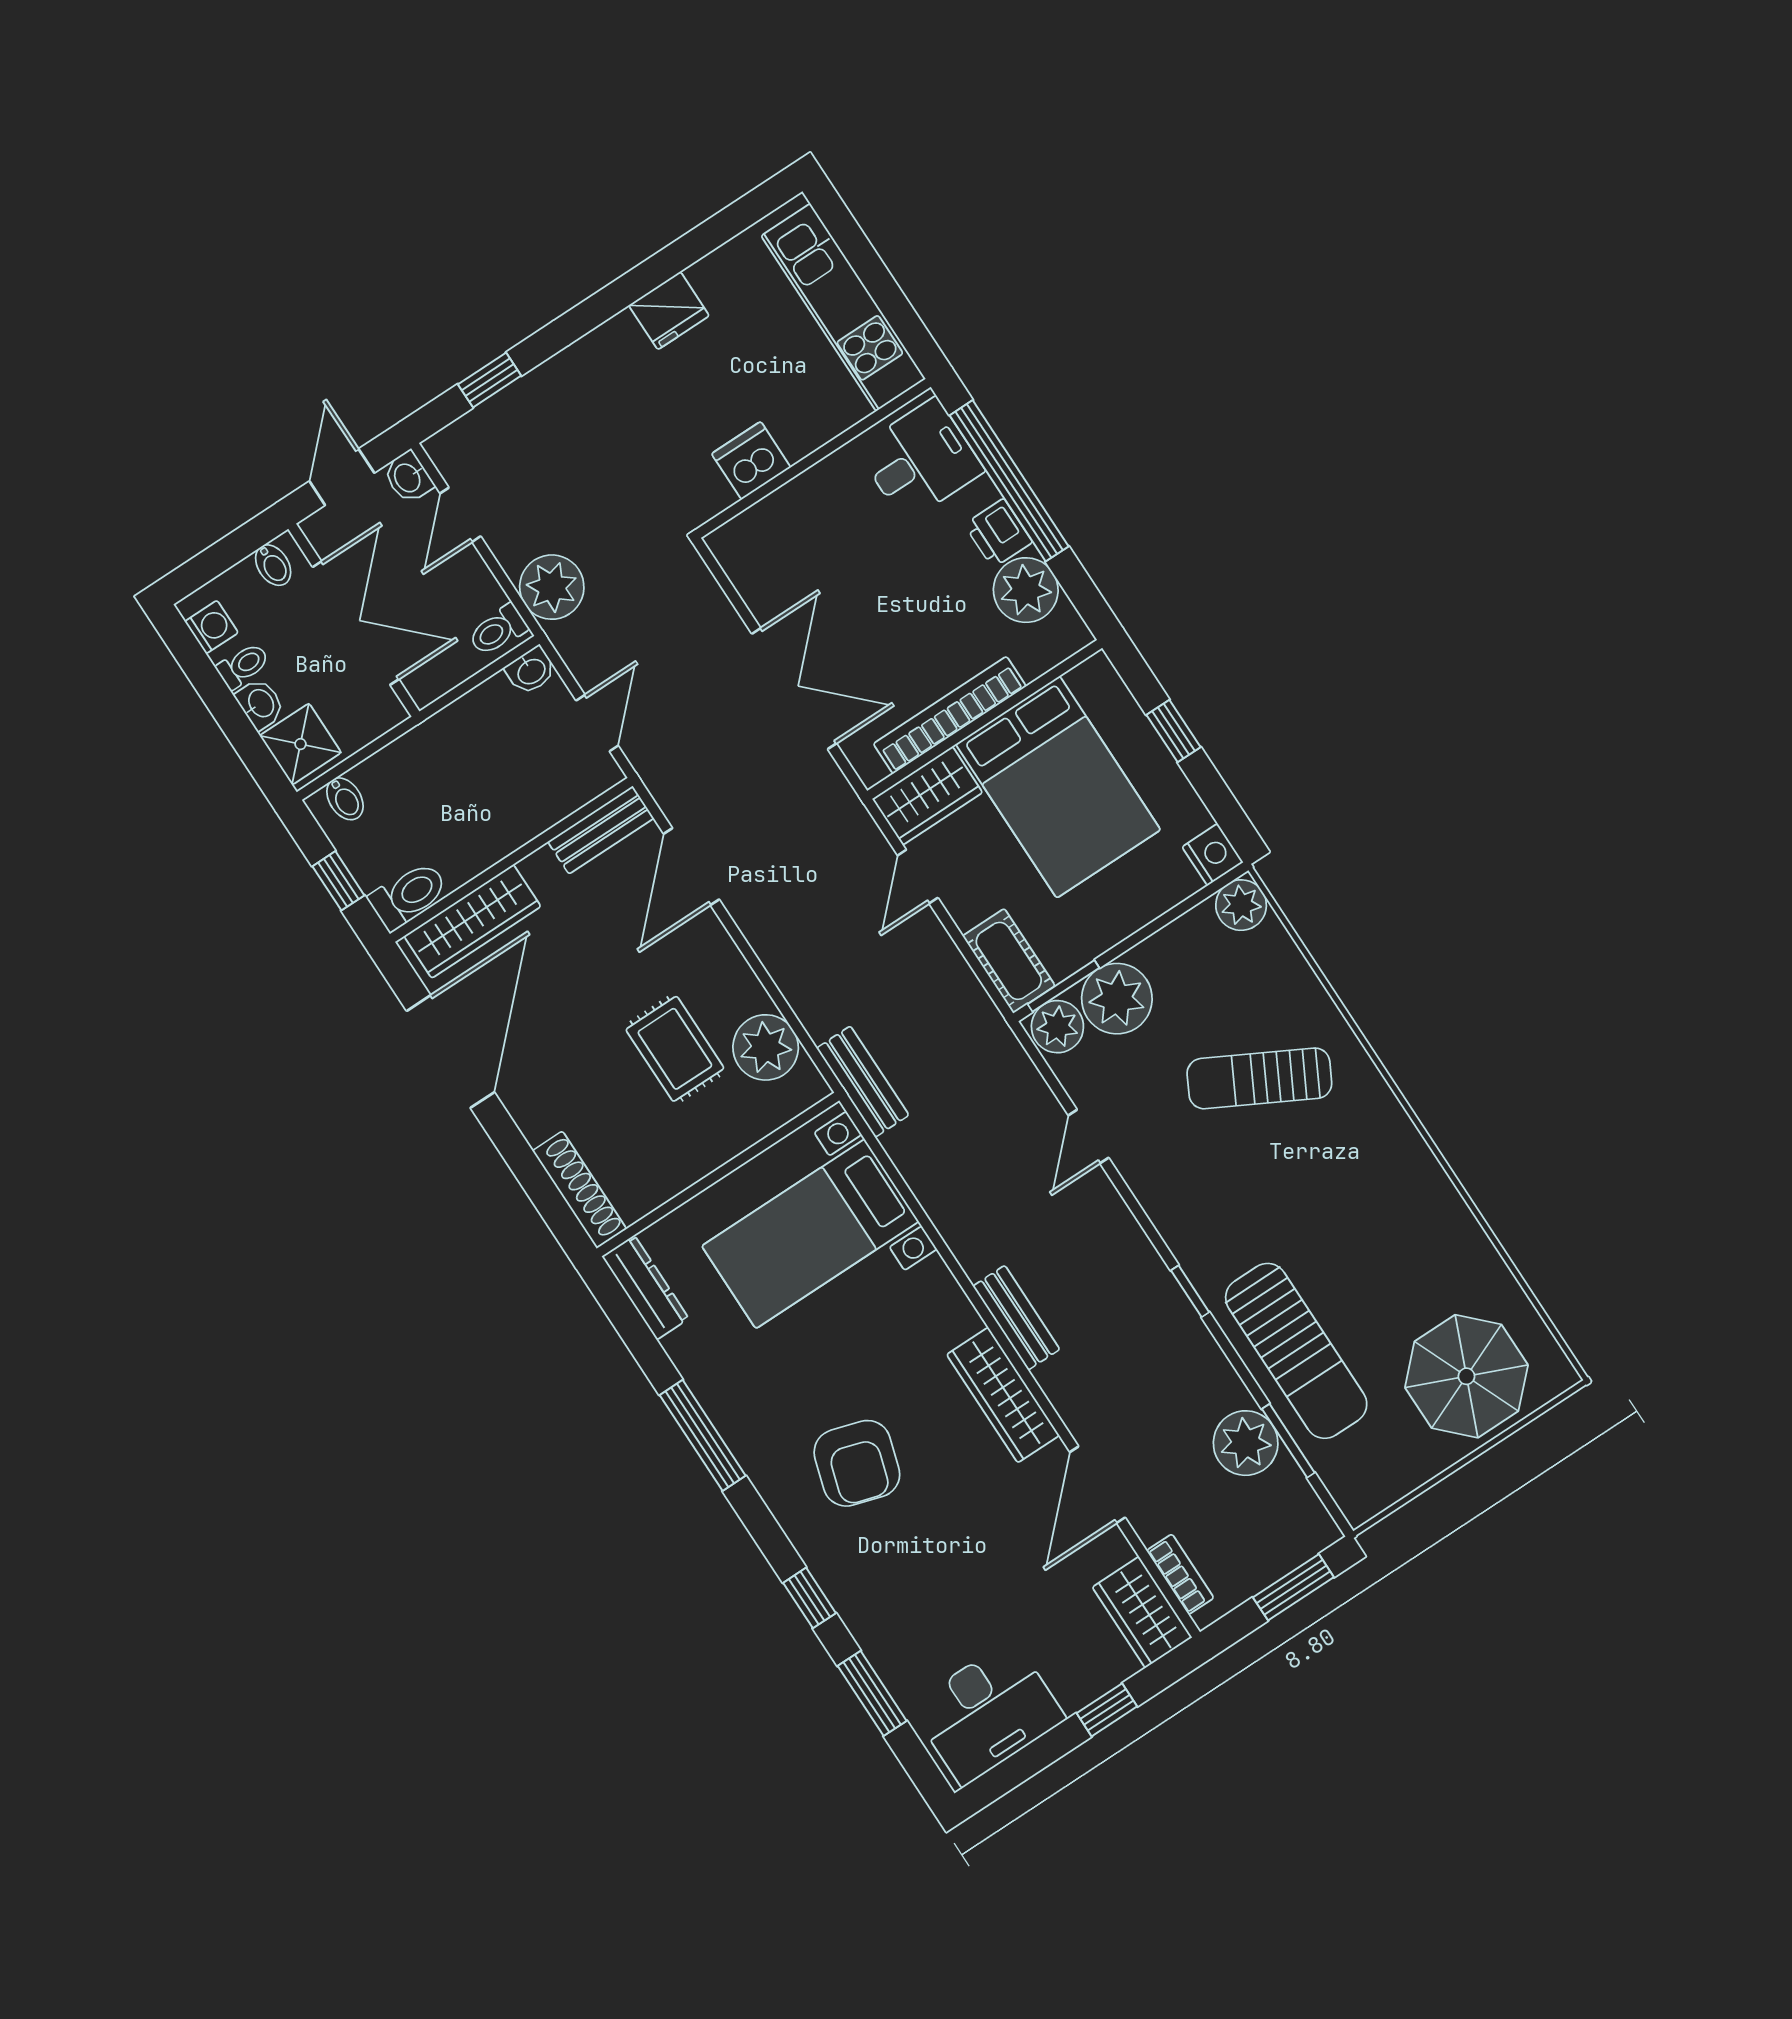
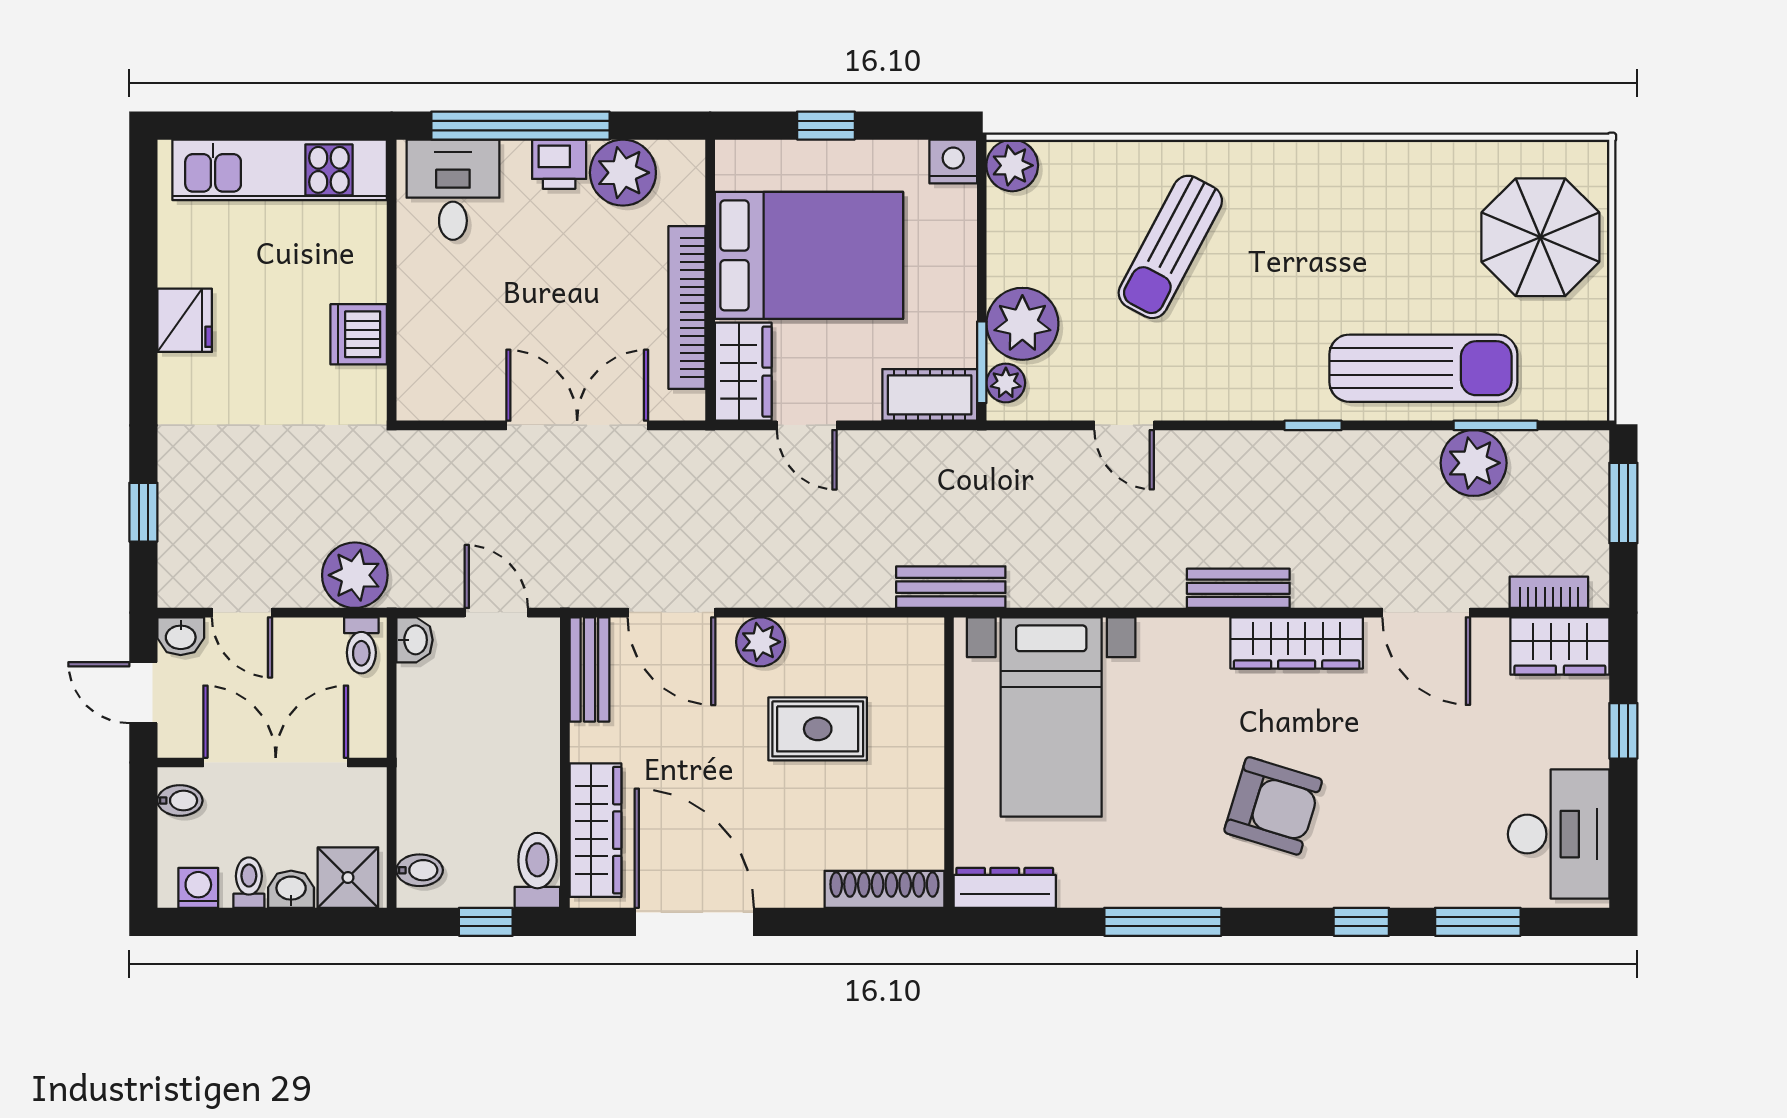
plant: (1057, 1027) -> (1006, 383), width x0.73, depth x0.73
plant: (766, 1047) -> (761, 642), moved, width x0.73, depth x0.73

